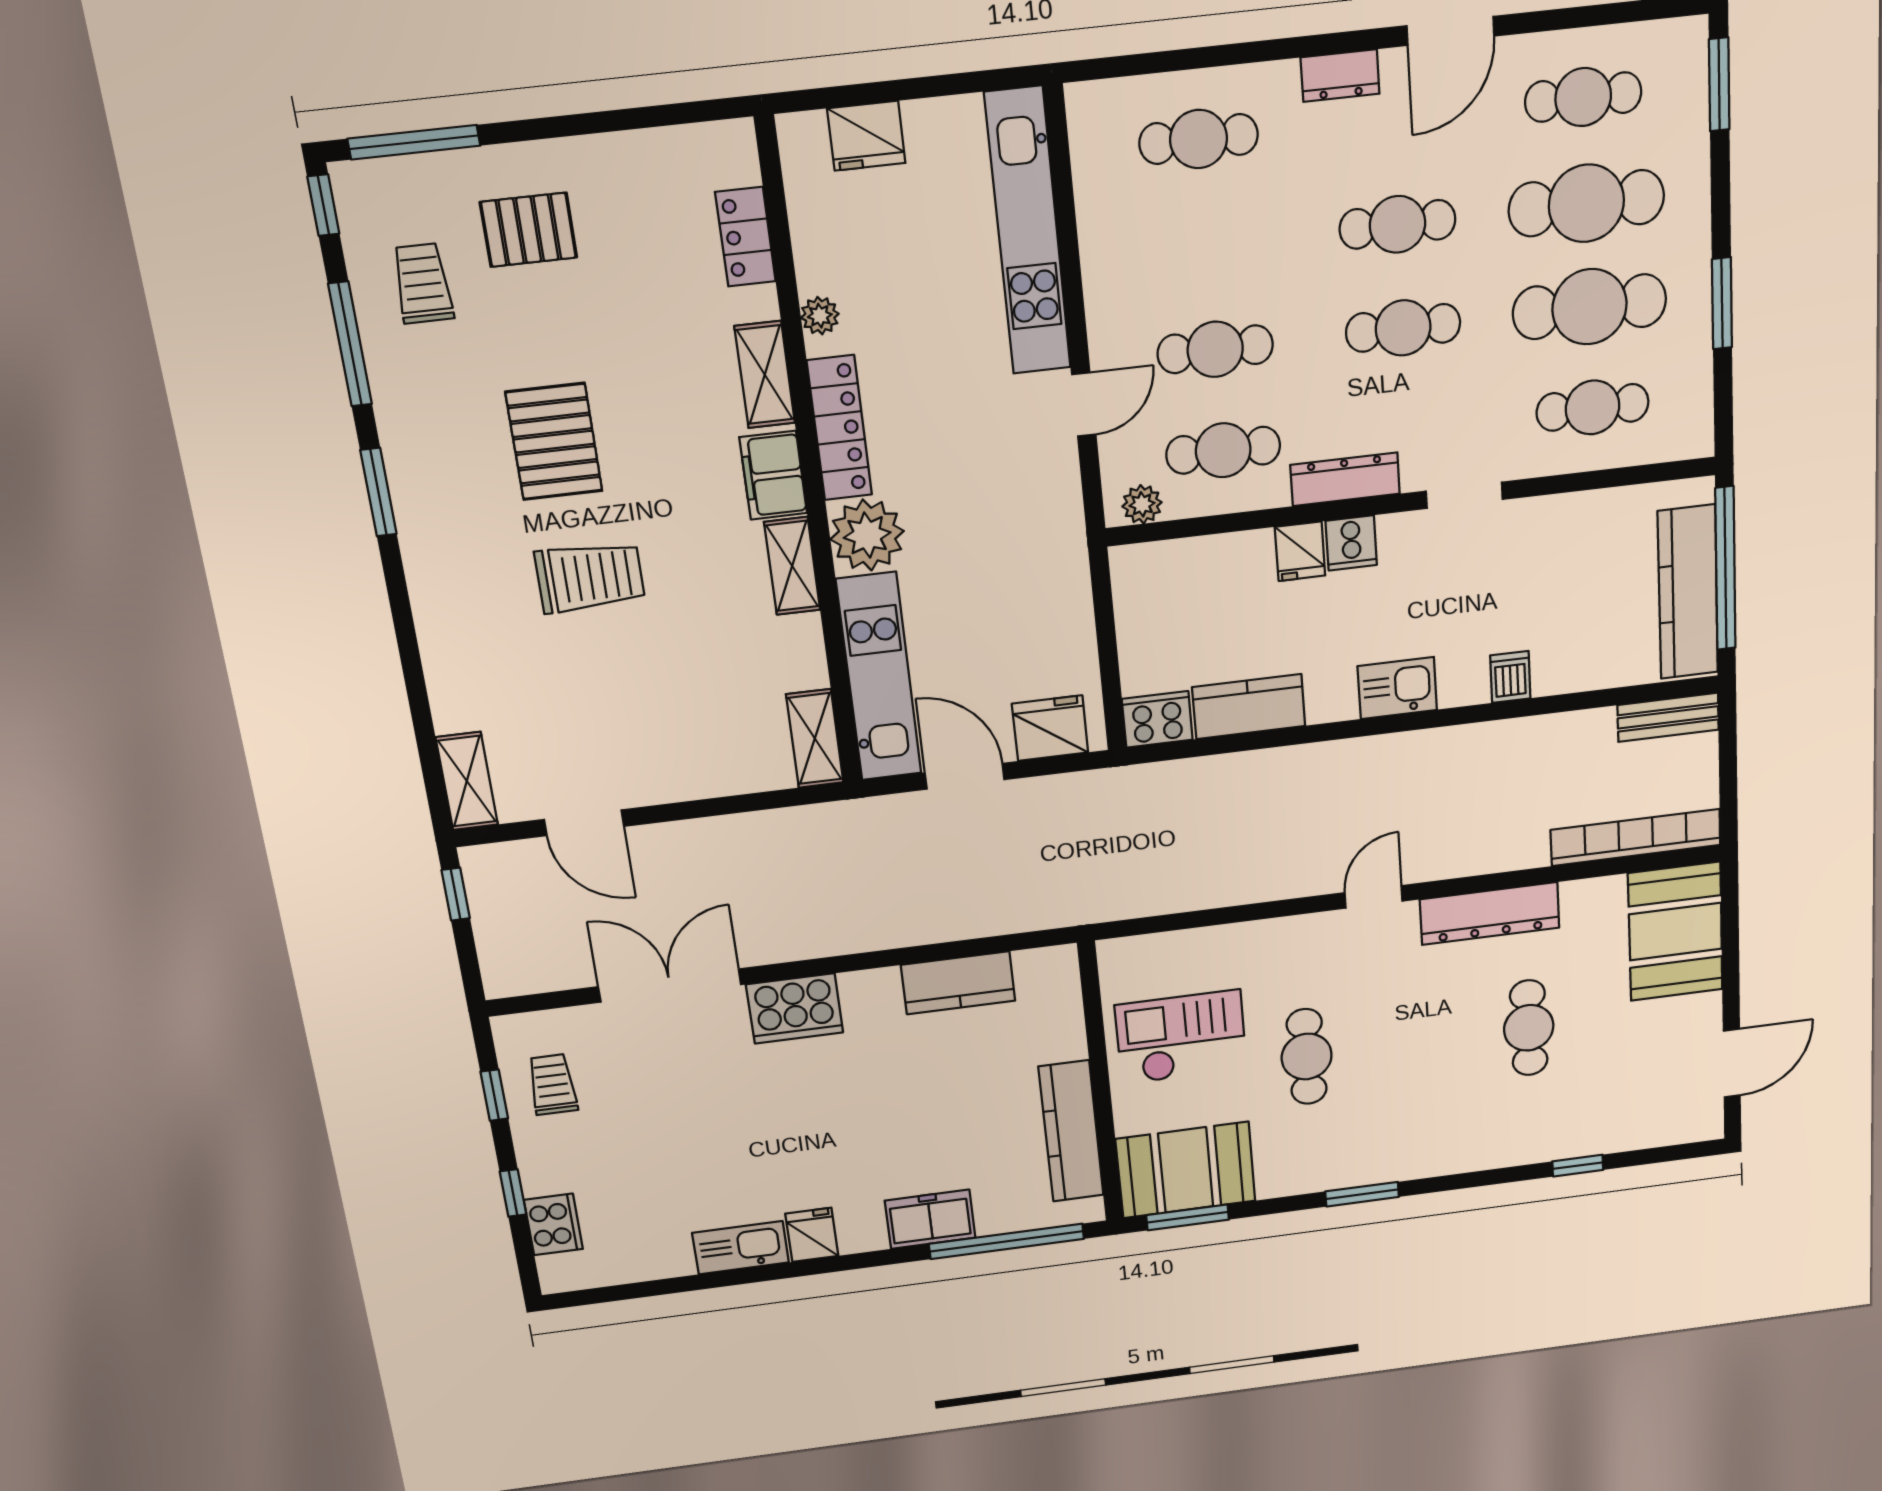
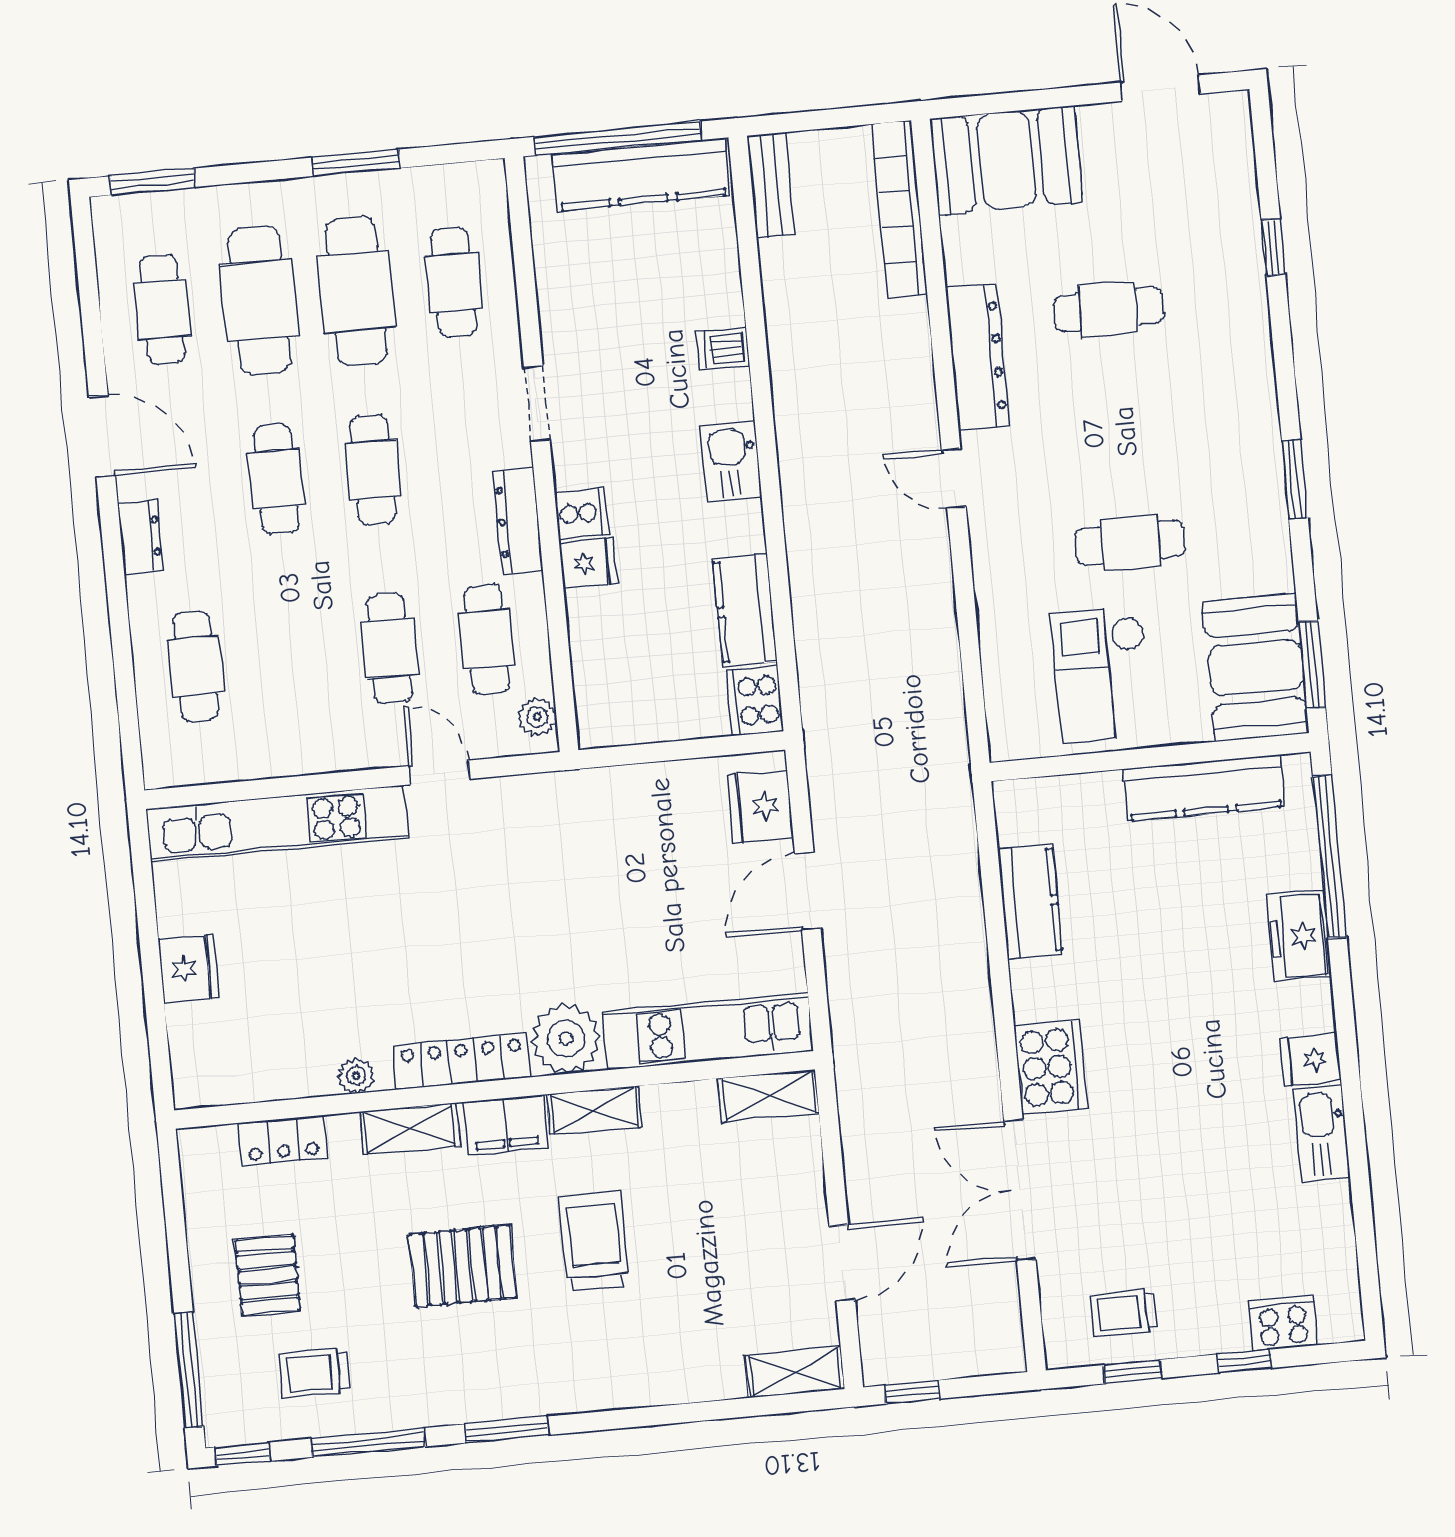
locker: (745, 237) -> (283, 1141), moved
plant: (820, 316) -> (356, 1076), moved
shelving: (765, 375) -> (410, 1129), moved
locker: (839, 428) -> (462, 1061), moved
wall: (810, 463) -> (494, 1090), moved
filing cabinet: (773, 475) -> (505, 1125), moved
plant: (867, 535) -> (566, 1039), moved
shelving: (792, 566) -> (594, 1111), moved
kitchen unit: (879, 677) -> (708, 1032), moved
shelving: (815, 739) -> (769, 1096), moved

